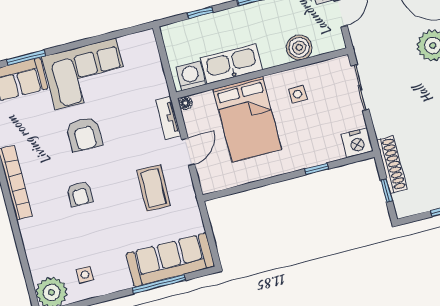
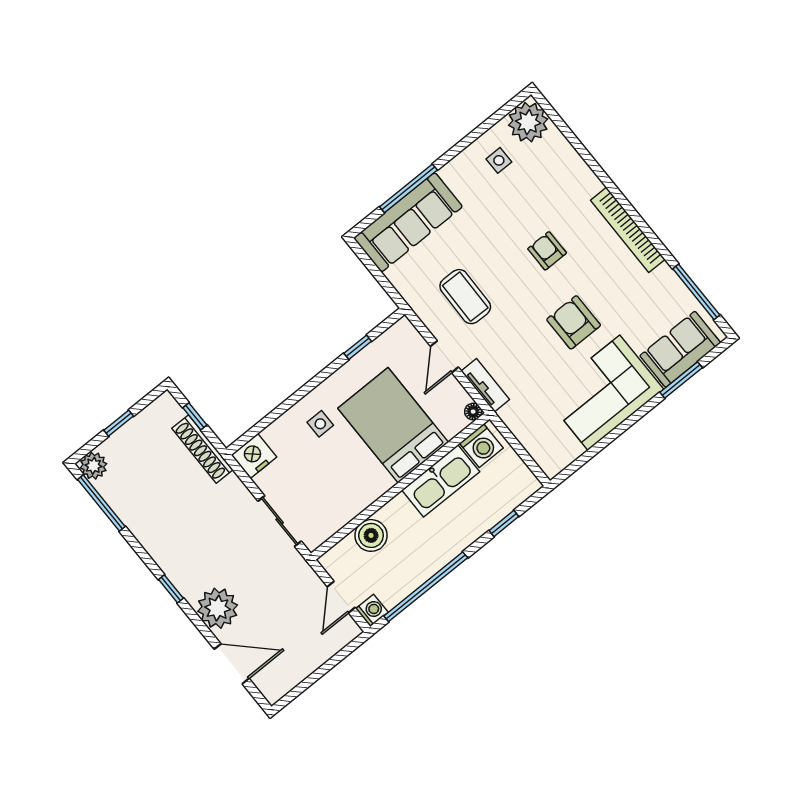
side table: (298, 94) -> (320, 424), moved
window: (316, 169) -> (358, 347), moved

